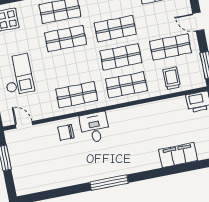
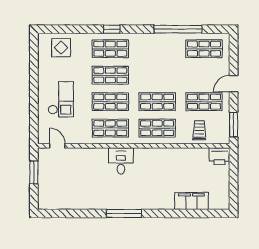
door: (198, 22) -> (234, 84), hinge flipped
shop shelf: (115, 29) -> (110, 102), moved
chair: (66, 132) -> (94, 160), removed

